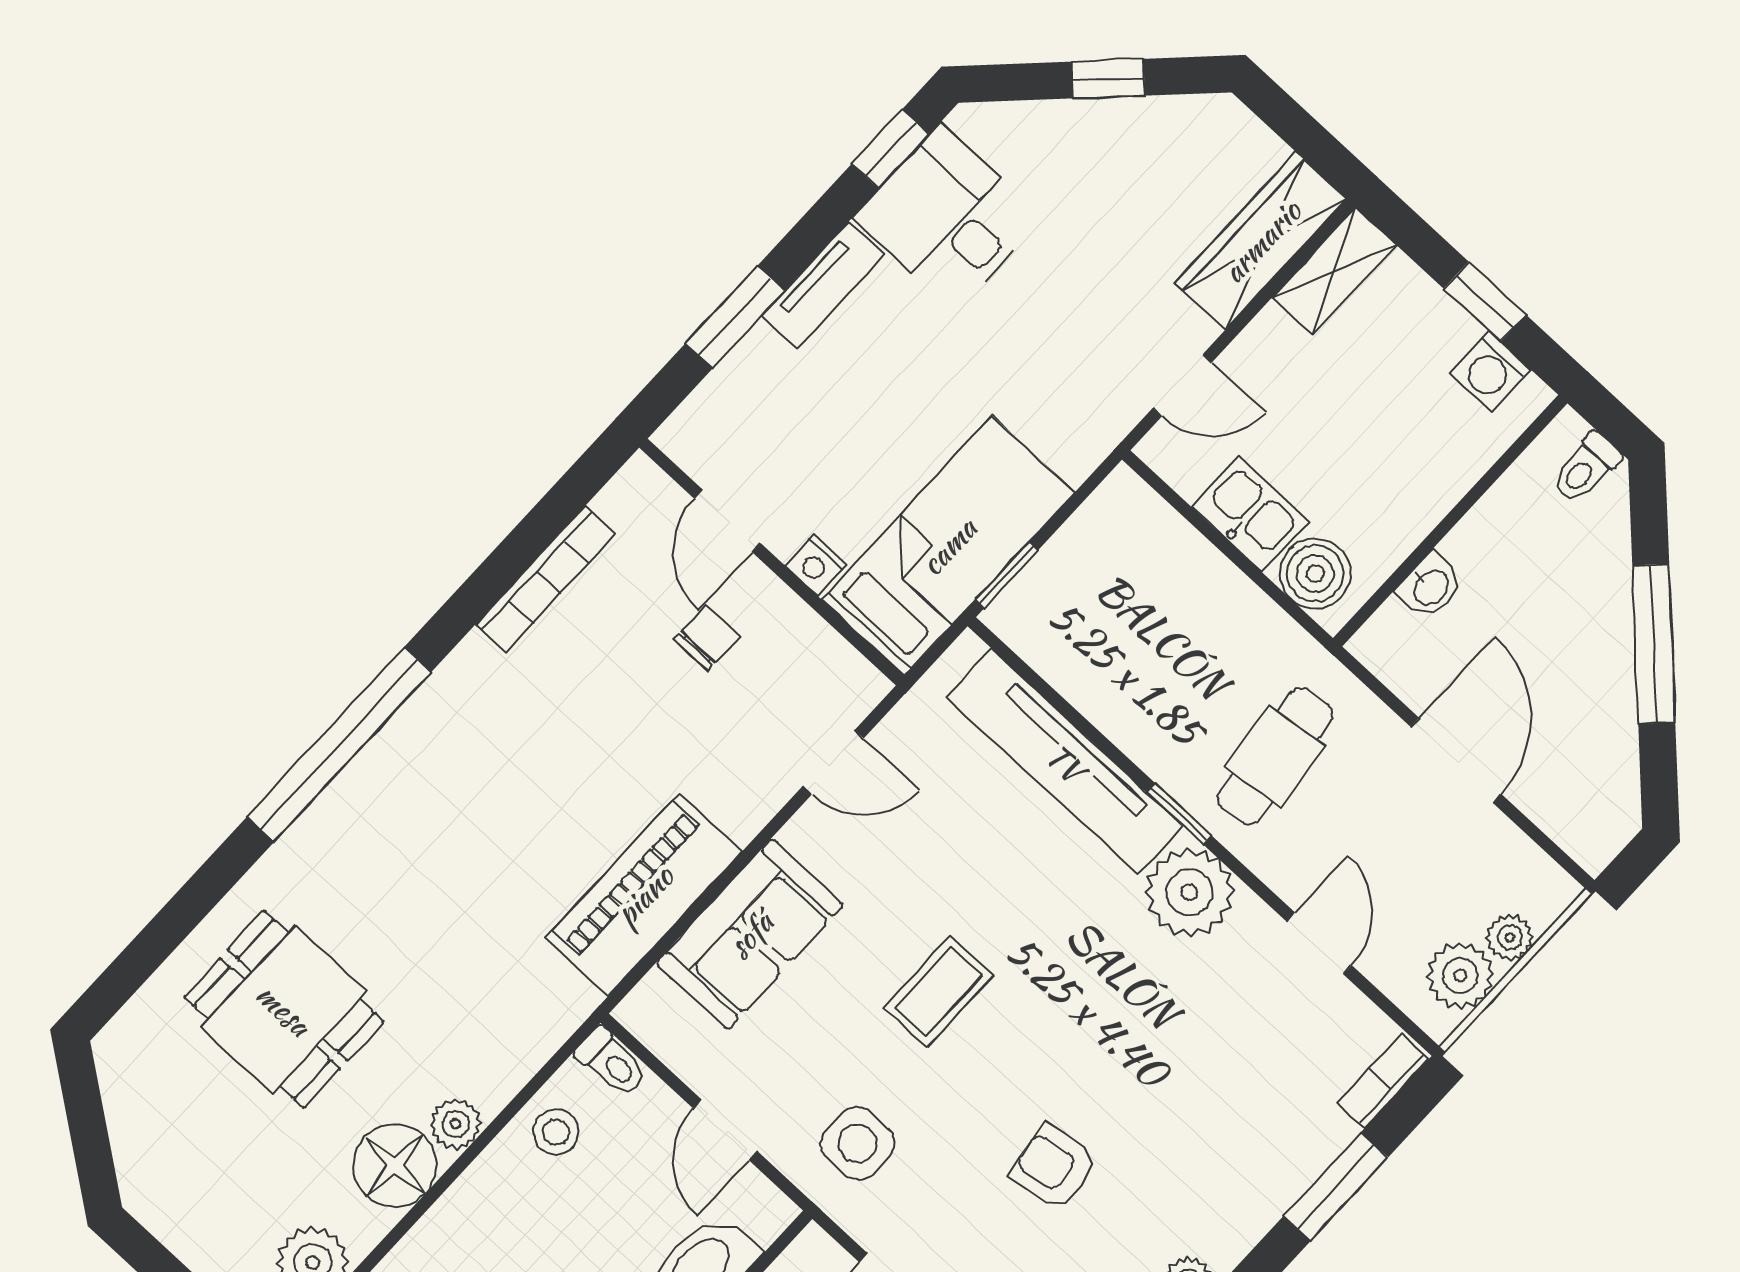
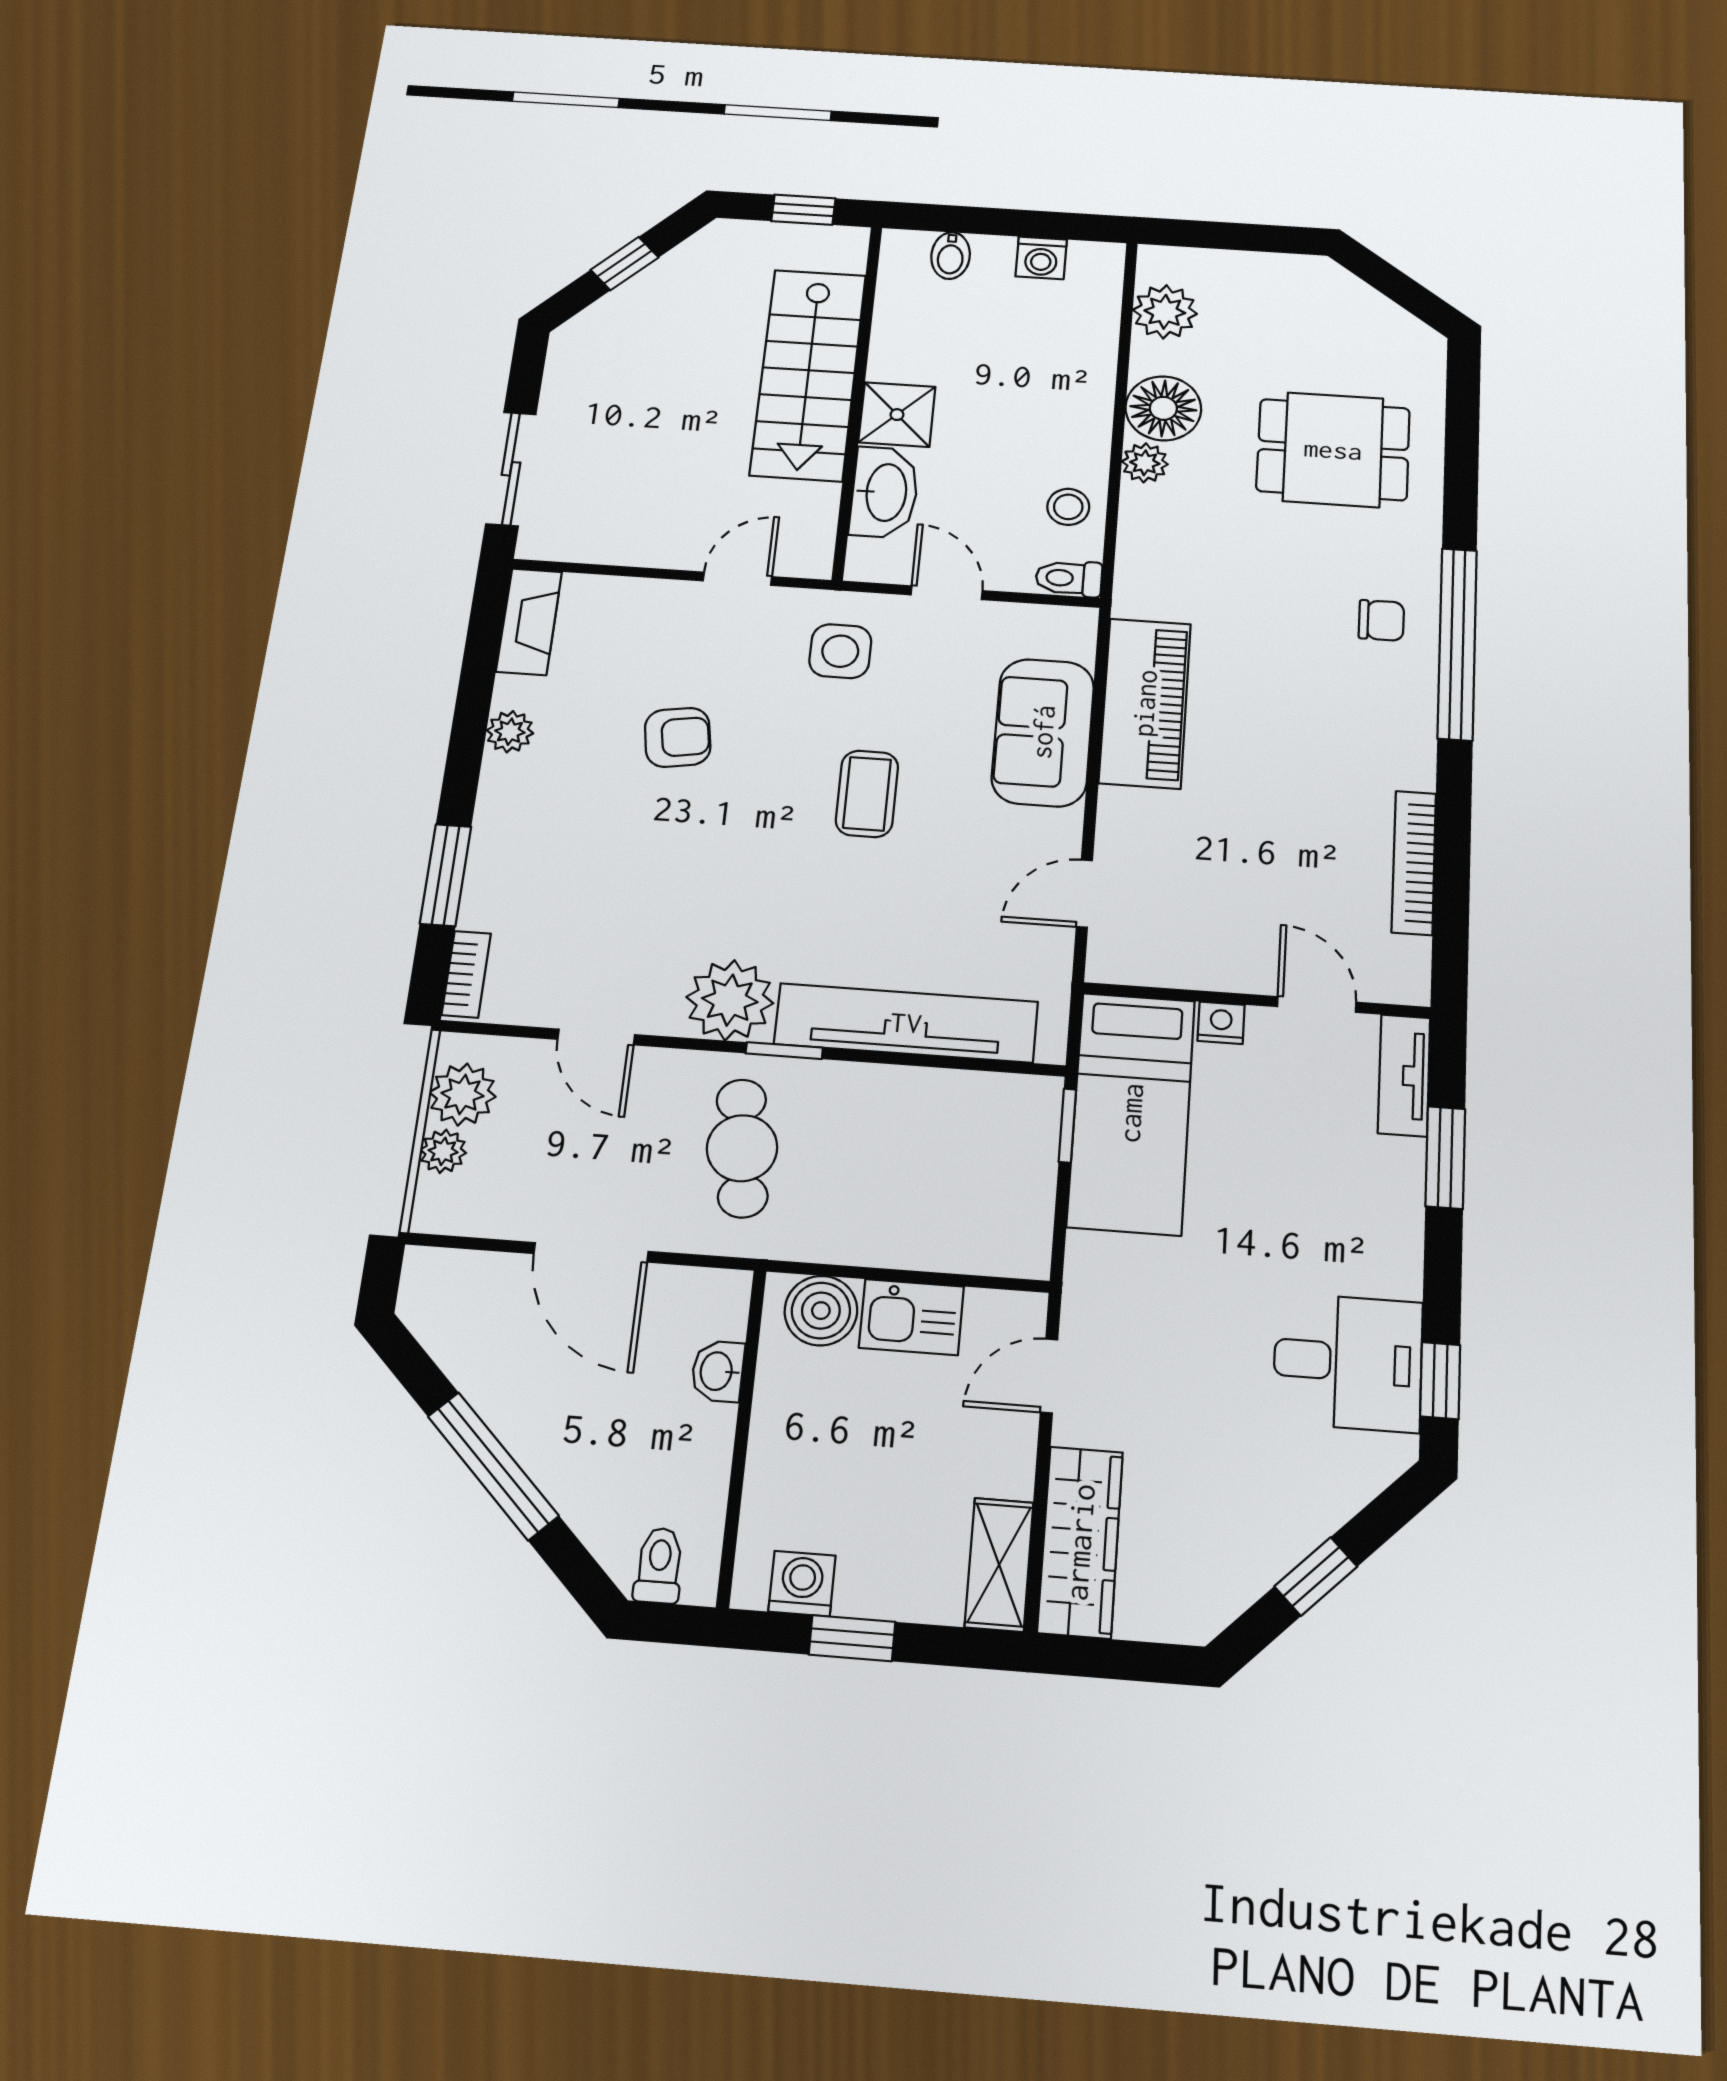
tv unit: (823, 285) -> (1404, 1075), moved
chair: (707, 638) -> (1381, 620), moved, turned -90

